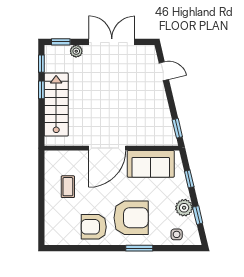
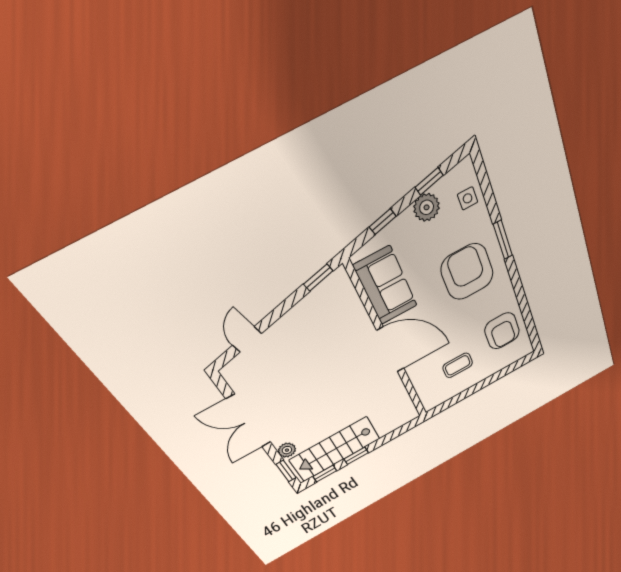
stairs: (56, 105) -> (335, 449), moved
armchair: (94, 227) -> (502, 331), moved

